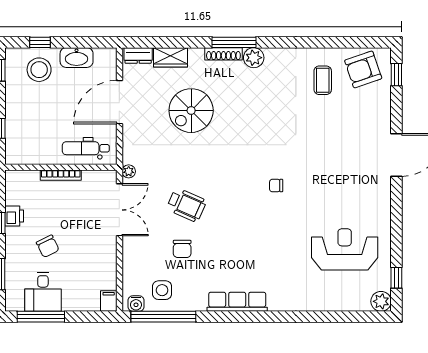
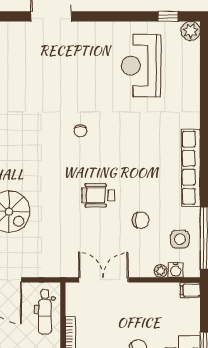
plant: (129, 171) -> (161, 271), moved
wheelchair: (186, 205) -> (98, 195), moved, turned -114
row of seats: (237, 302) -> (191, 168), width x1.36
water cooler: (136, 304) -> (176, 270), moved, turned 90

